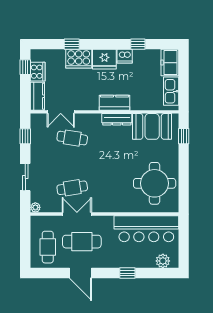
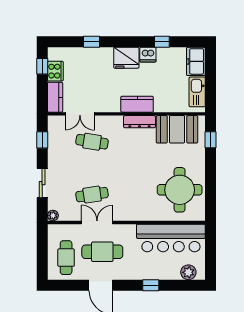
cooker: (79, 59) -> (99, 57), removed

